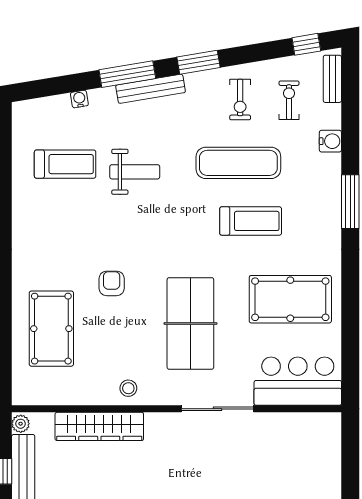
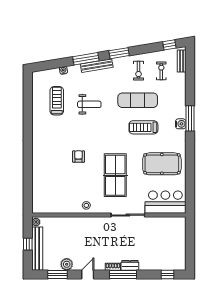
water cooler: (330, 141) -> (181, 124), moved
treadmill: (65, 164) -> (57, 101), turned -90
treadmill: (251, 221) -> (143, 127), turned 180
pool table: (51, 329) -> (50, 178), removed
wardrobe: (99, 426) -> (73, 223), removed

